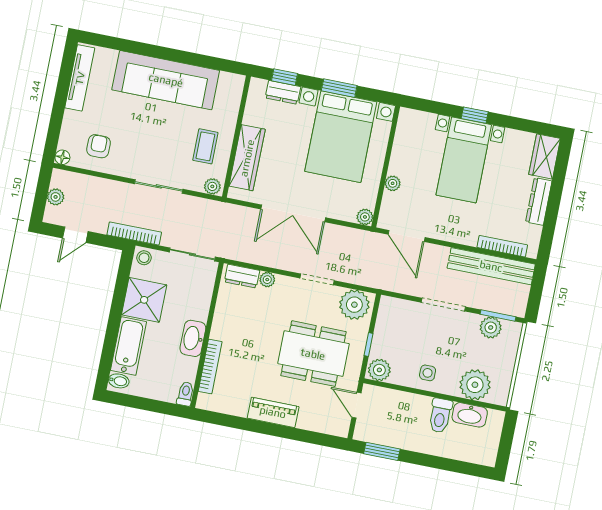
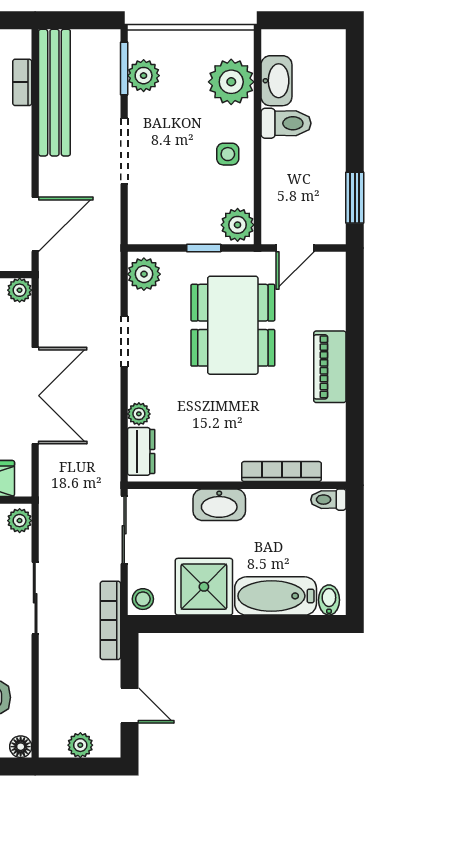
bookcase: (502, 246) -> (22, 82), width x0.64
plant: (354, 305) -> (144, 274), width x0.73, depth x0.73
washbasin: (193, 338) -> (219, 505), moved

